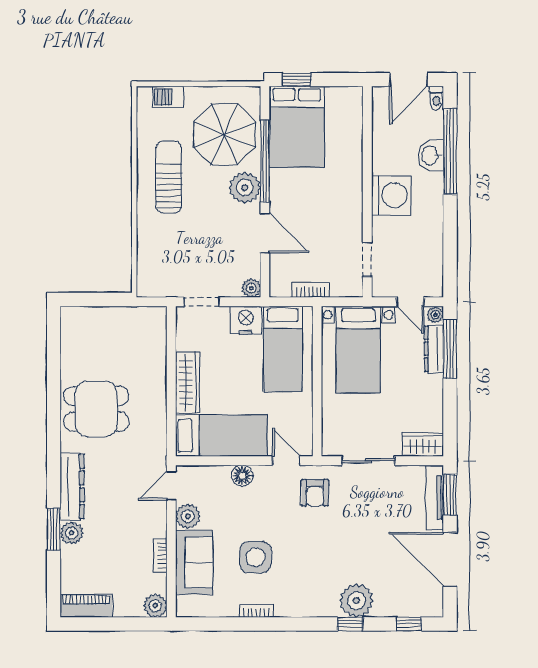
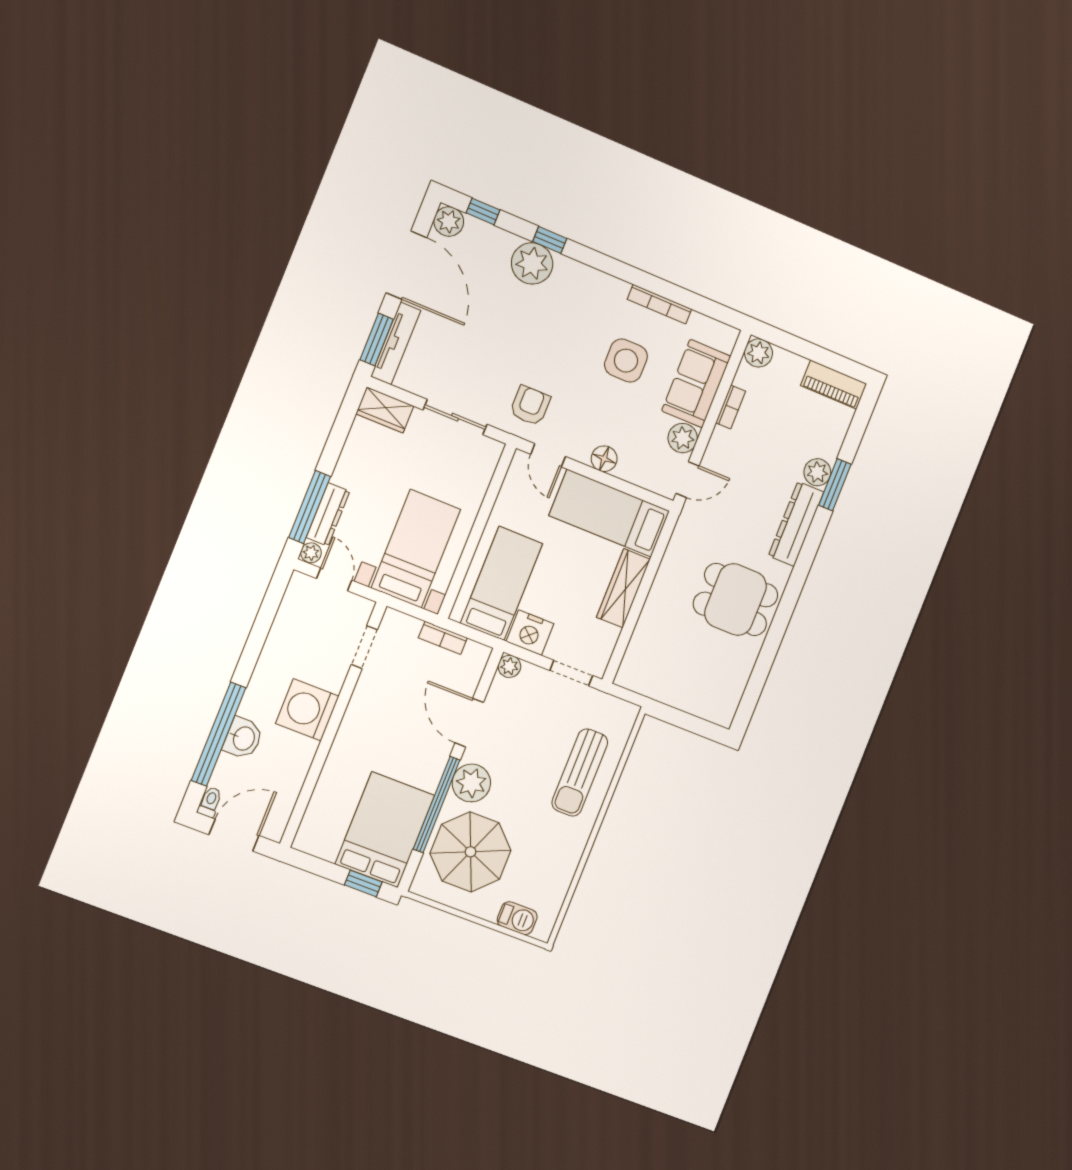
sun lounger: (169, 177) -> (580, 772), moved
plant: (432, 606) -> (449, 222), added
bookcase: (256, 611) -> (660, 304), width x1.56

